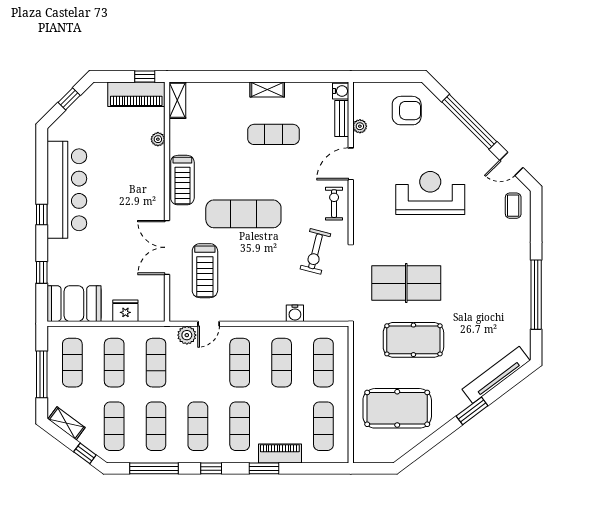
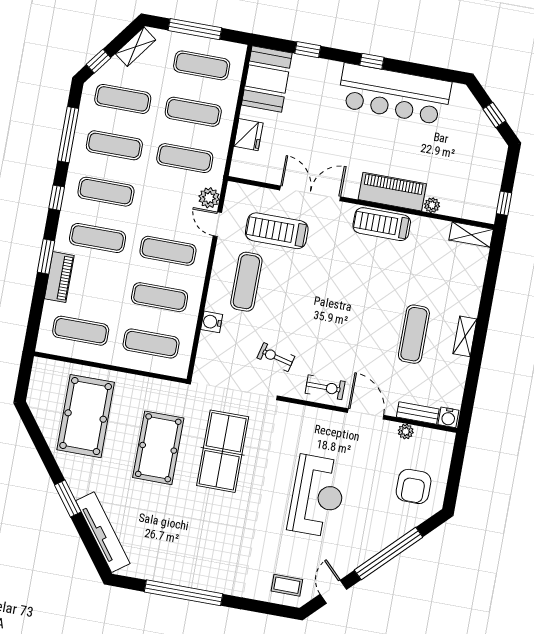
piano: (136, 94) -> (392, 192), moved, turned 90
exercise mat: (243, 214) -> (246, 282), moved, width x0.73, depth x0.69
exercise bike: (315, 251) -> (276, 357), width x0.73, depth x0.72

